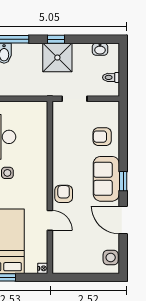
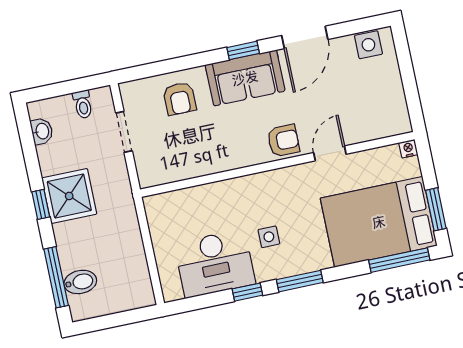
doorway: (74, 99) -> (124, 132), moved
armchair: (64, 194) -> (283, 141), turned 180

